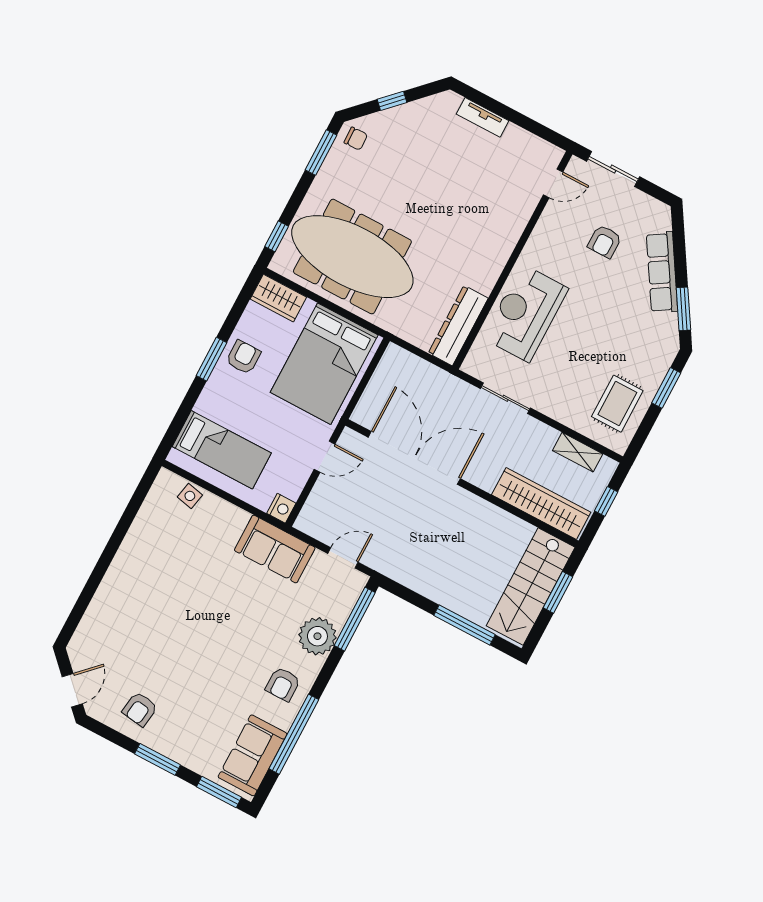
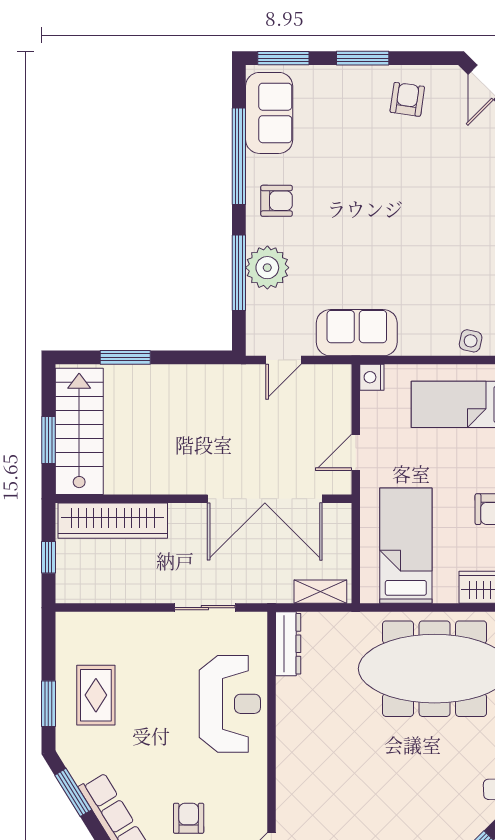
dresser: (458, 326) -> (288, 644), width x0.73, depth x0.80
bed: (324, 364) -> (406, 546), width x0.67
rug: (617, 404) -> (96, 695), moved
shelving: (578, 452) -> (320, 592), moved
window: (355, 619) -> (239, 273), moved
window: (464, 625) -> (125, 357), width x0.69
armchair: (283, 684) -> (277, 201), turned 90

